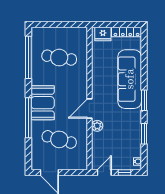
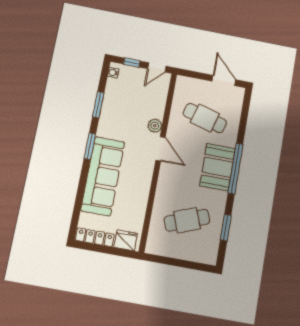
window: (28, 57) -> (226, 228), width x0.47
cafe table: (59, 58) -> (187, 220), turned -30
door: (89, 109) -> (160, 149), hinge flipped
window: (28, 118) -> (236, 169), moved

